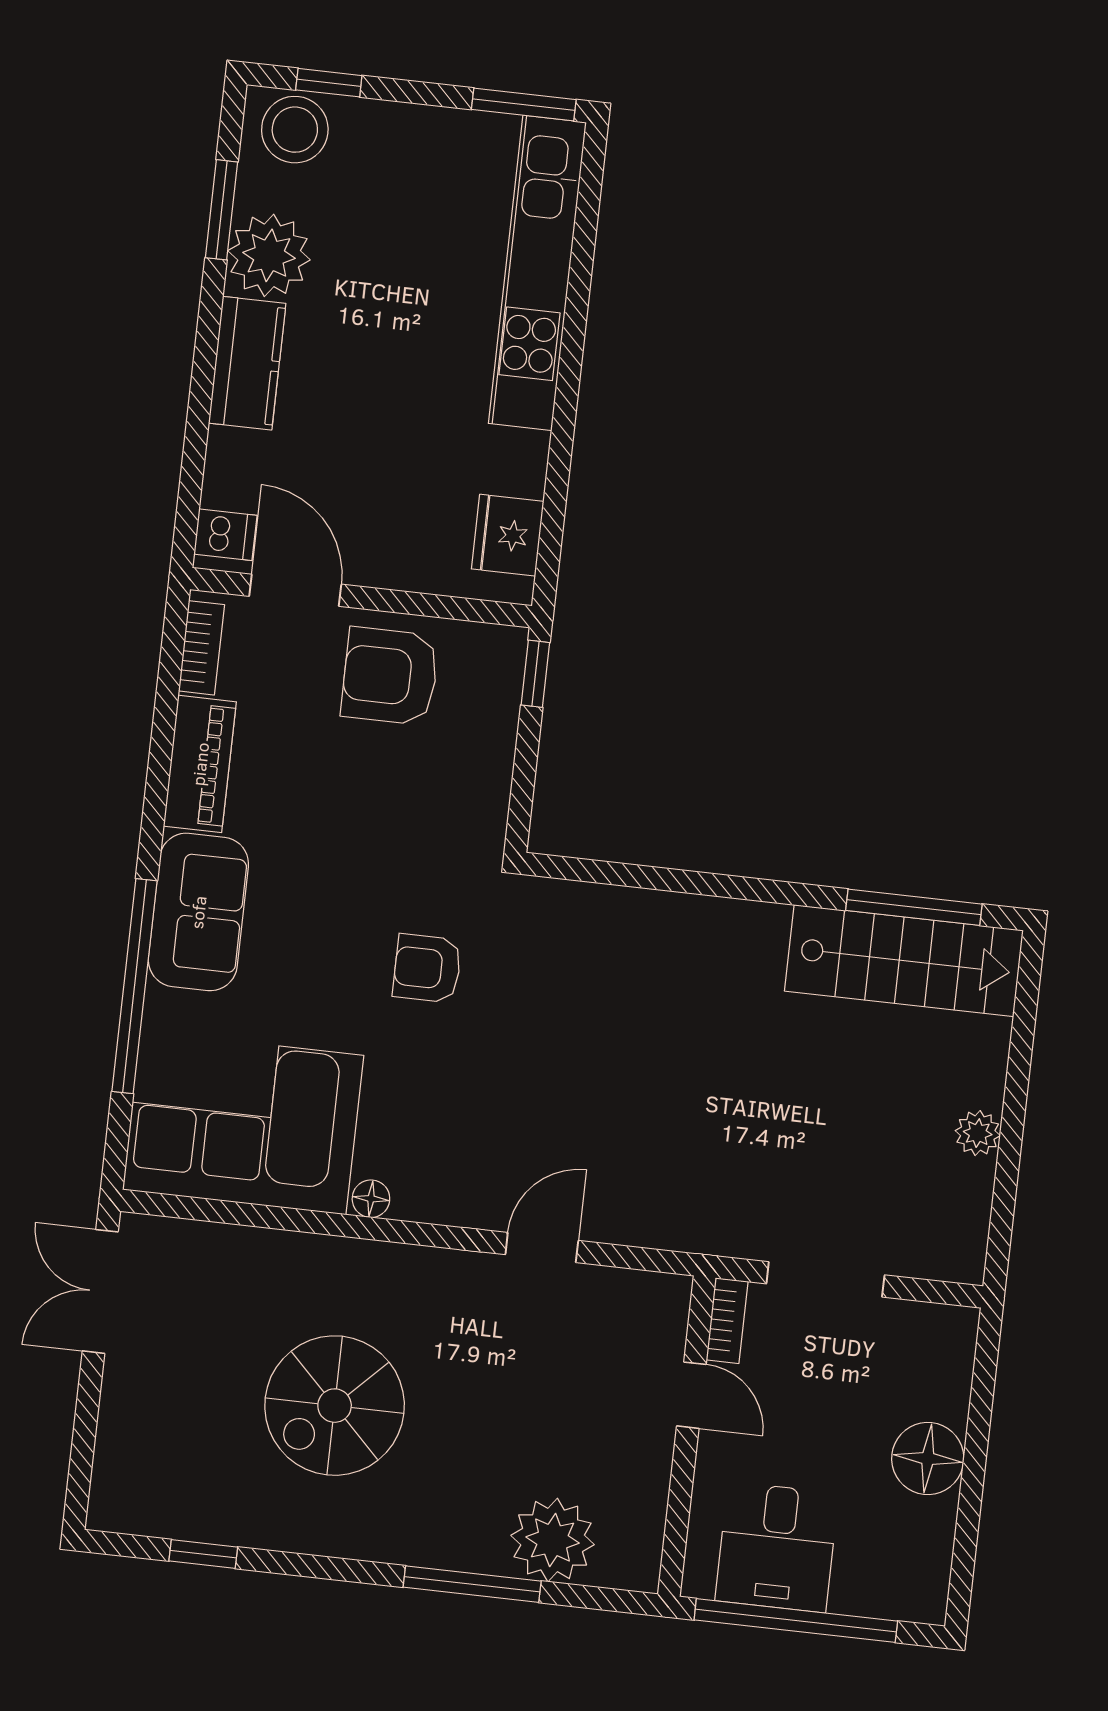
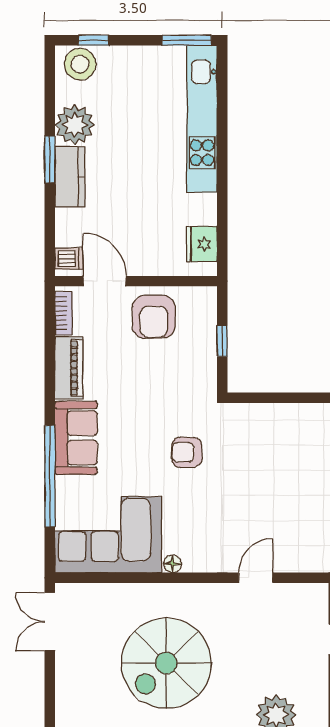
window: (222, 210) -> (50, 159), moved
window: (535, 674) -> (222, 341), moved
armchair: (390, 676) -> (154, 317), turned -90
spiral stairs: (335, 1406) -> (166, 663), width x1.37, depth x1.37

